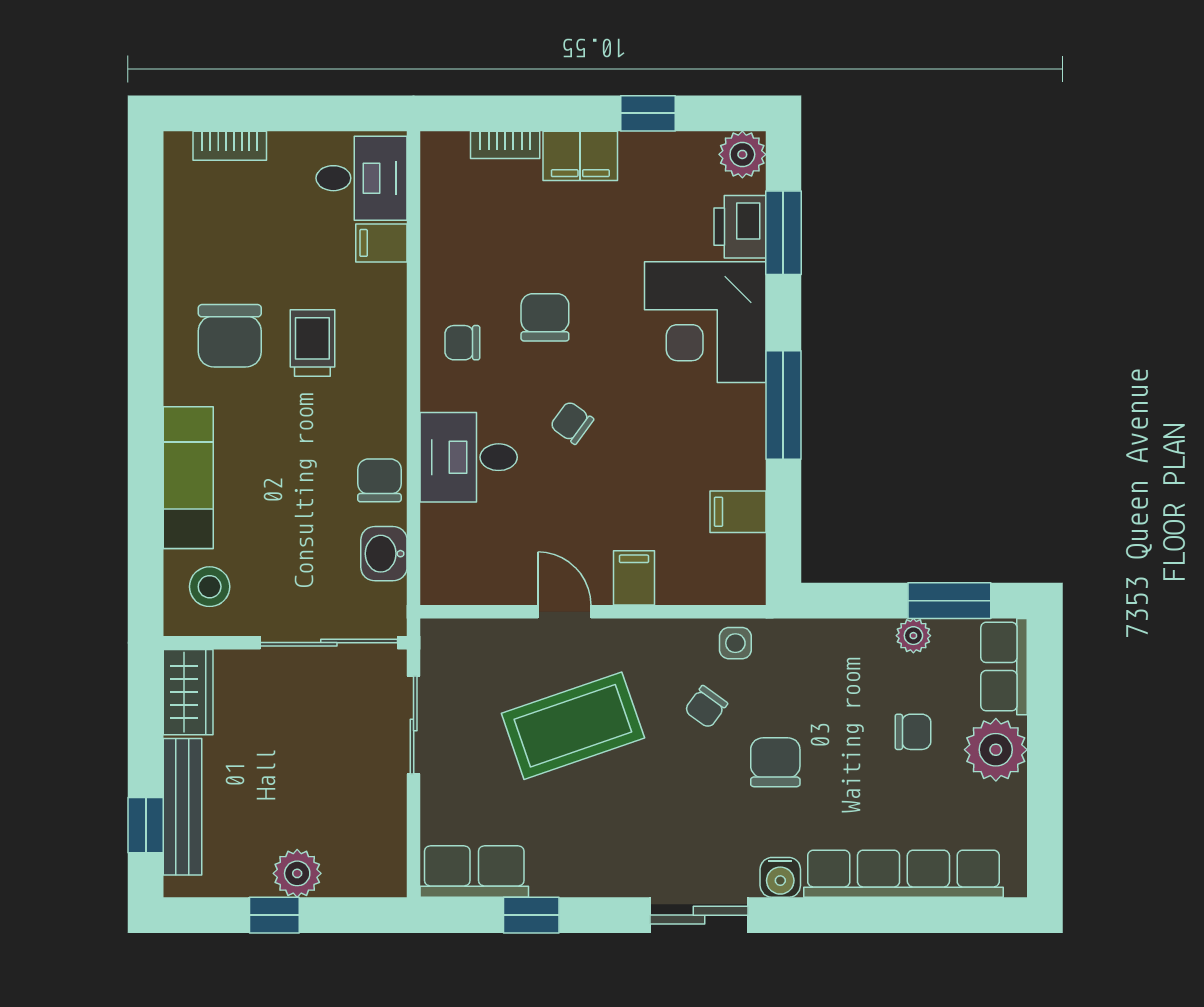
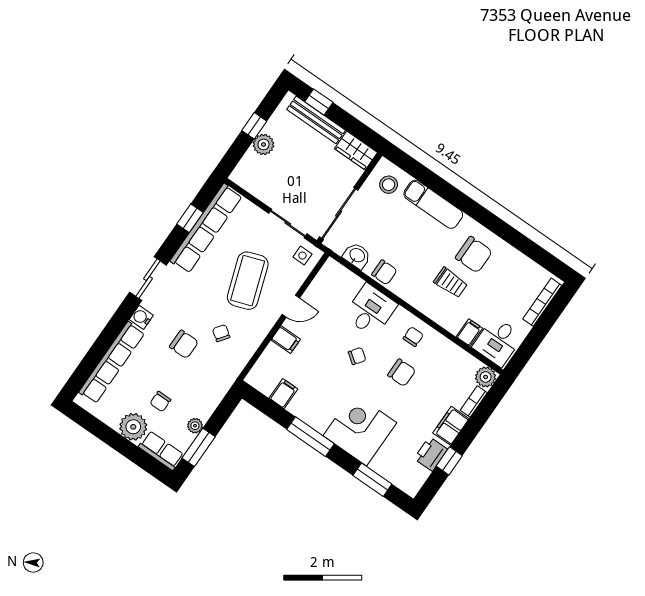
bookcase: (230, 146) -> (542, 302), width x1.56
plant: (742, 154) -> (486, 377), moved
printer: (740, 227) -> (431, 454), moved, turned -90
chair: (230, 336) -> (474, 255), turned 180
side table: (735, 643) -> (302, 256), moved
row of seats: (474, 872) -> (206, 228), width x2.02

